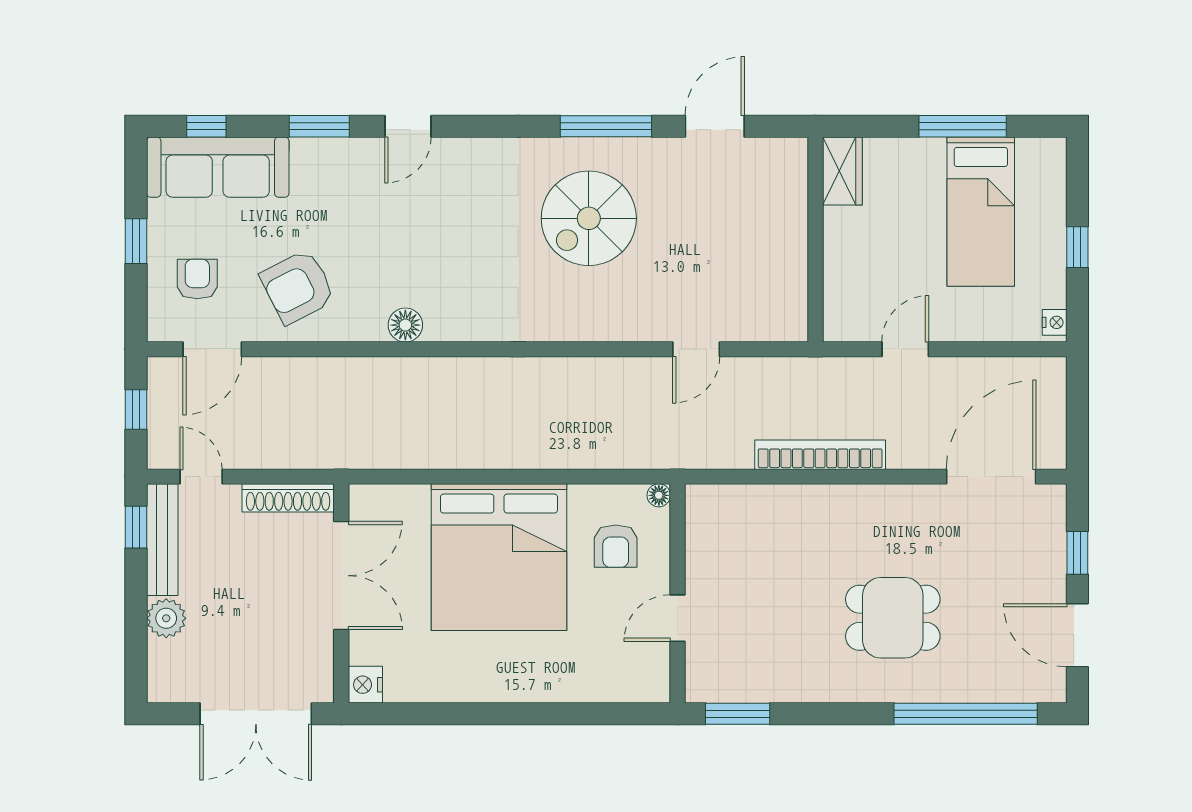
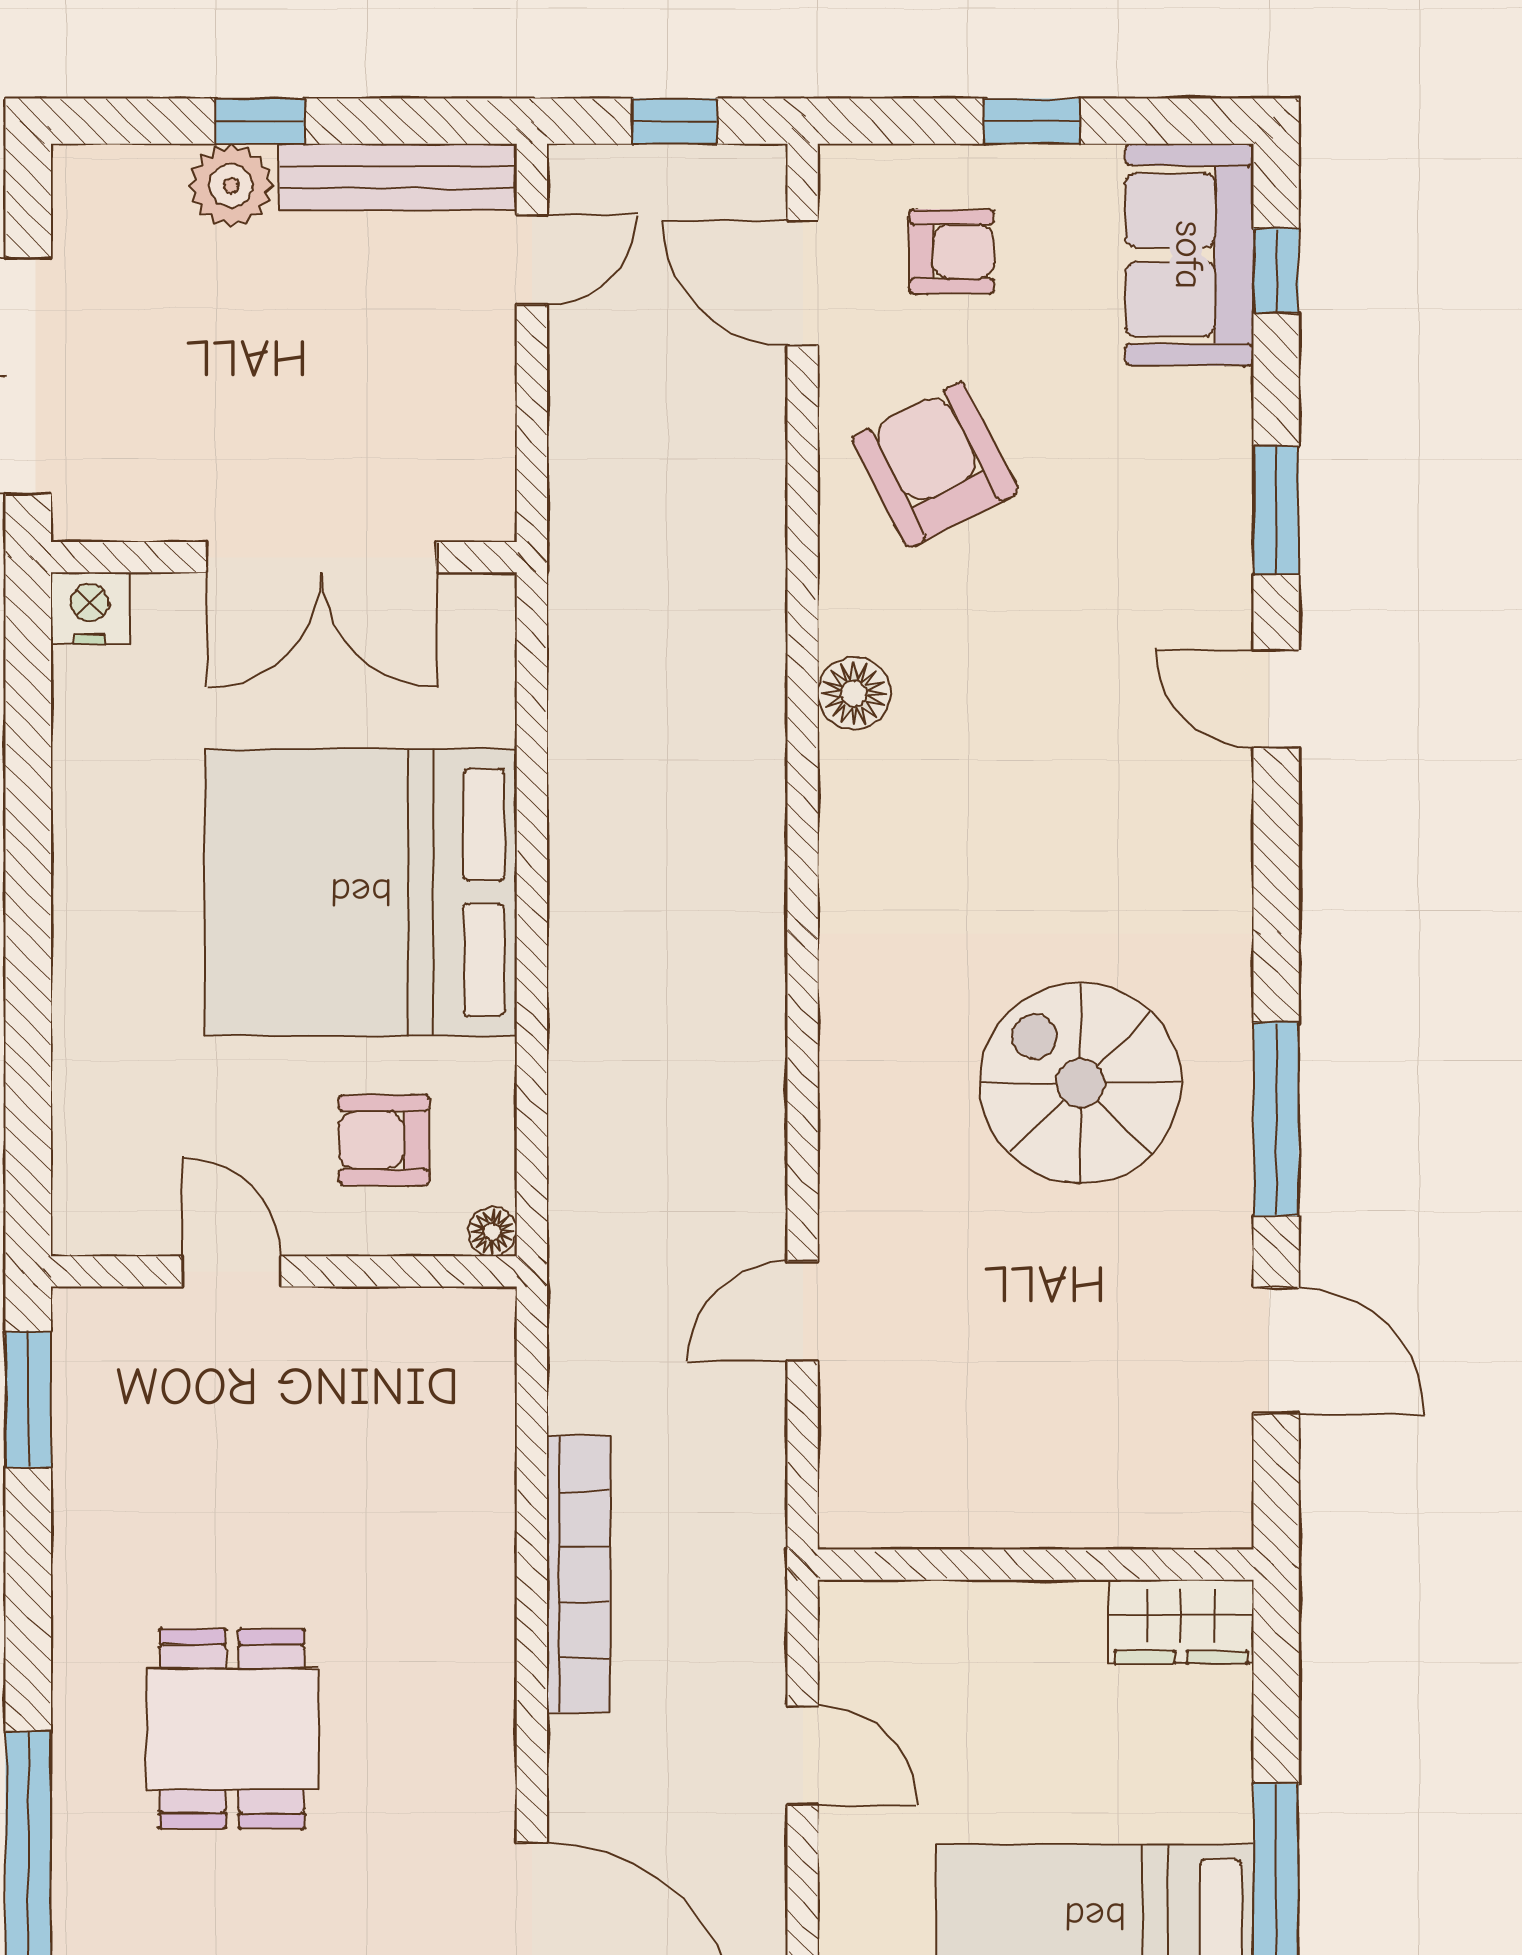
sofa: (218, 167) -> (1189, 255), width x0.73
door: (696, 349) -> (803, 1311), hinge flipped
shoe rack: (288, 498) -> (487, 444), removed
window: (136, 527) -> (260, 121), moved

